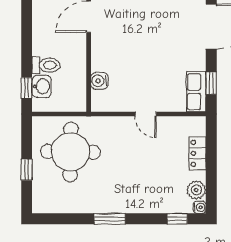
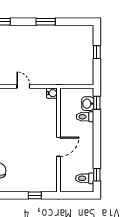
water cooler: (99, 81) -> (52, 93), moved
round table: (71, 152) -> (70, 63), removed

